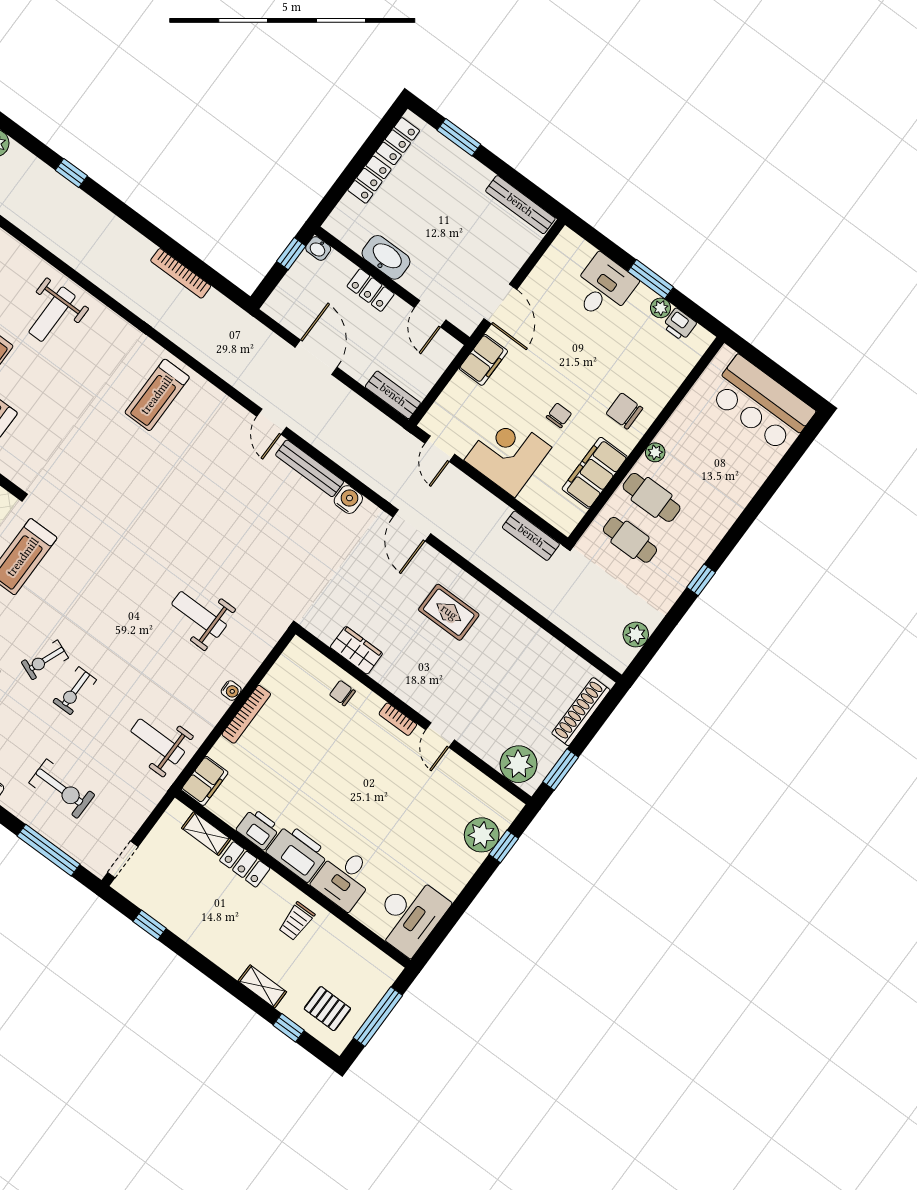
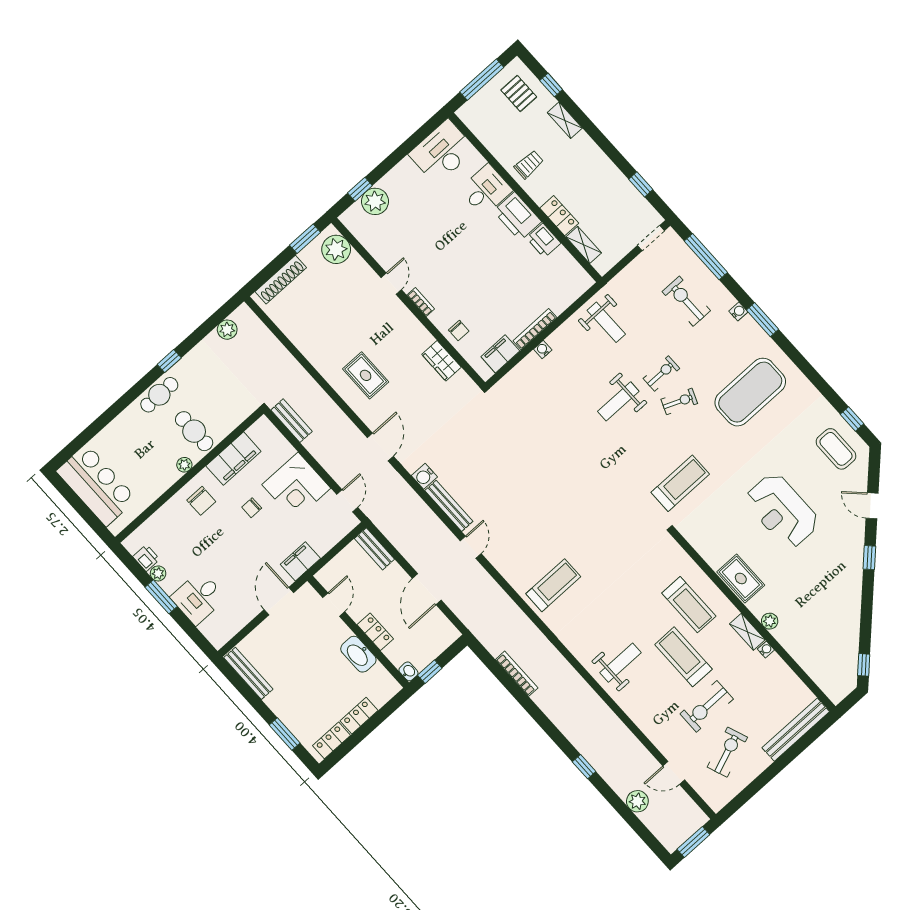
cafe table: (630, 540) -> (159, 395), moved, turned 90
weight bench: (199, 614) -> (618, 401), moved, turned 90
filing cabinet: (205, 781) -> (500, 354), moved

